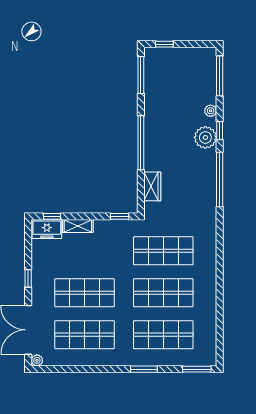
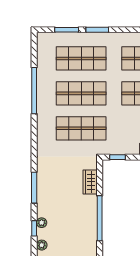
plant: (205, 137) -> (42, 223), width x0.53, depth x0.53
window: (220, 180) -> (34, 188), width x0.68
window: (220, 296) -> (34, 91), added
window: (197, 369) -> (67, 30), moved

